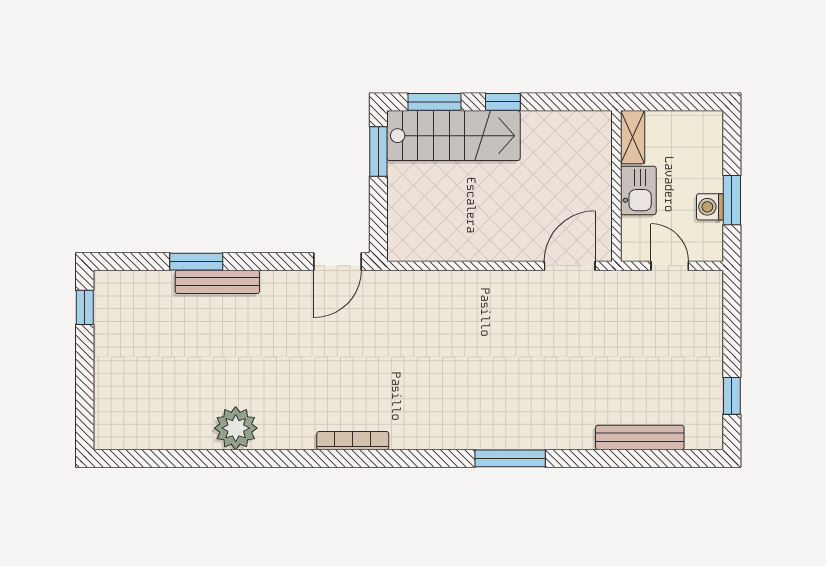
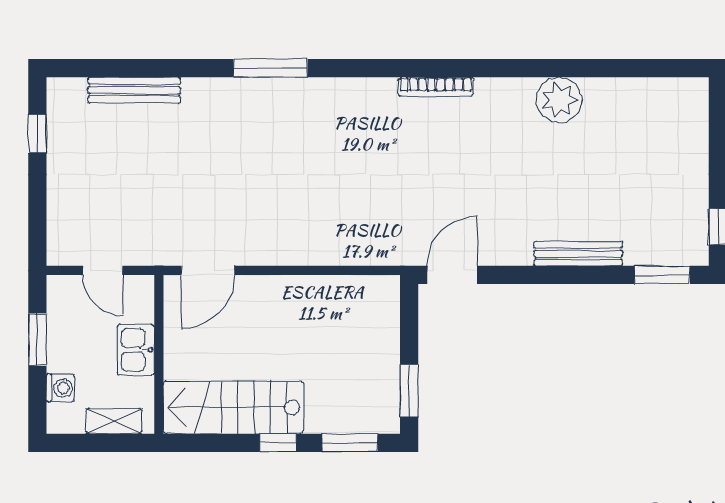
stairs: (453, 136) -> (233, 407), moved
shelving: (633, 137) -> (114, 421), moved, turned 90
washing machine: (710, 207) -> (60, 388), moved
window: (196, 262) -> (662, 275), moved

